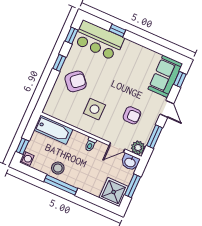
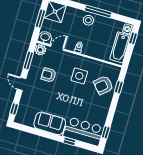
window: (59, 63) -> (119, 87), moved
sofa: (165, 76) -> (50, 123), moved, turned -90
armchair: (76, 81) -> (103, 85), moved
bathtub: (53, 130) -> (120, 47), moved, turned -90
stool: (58, 168) -> (88, 20), moved

